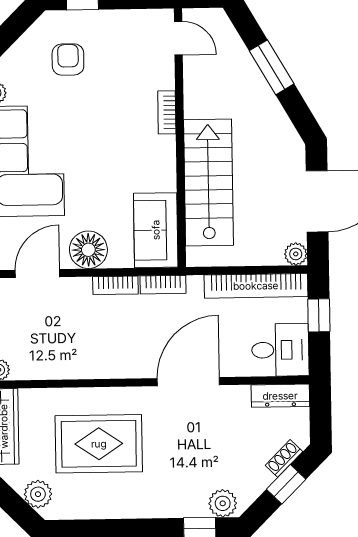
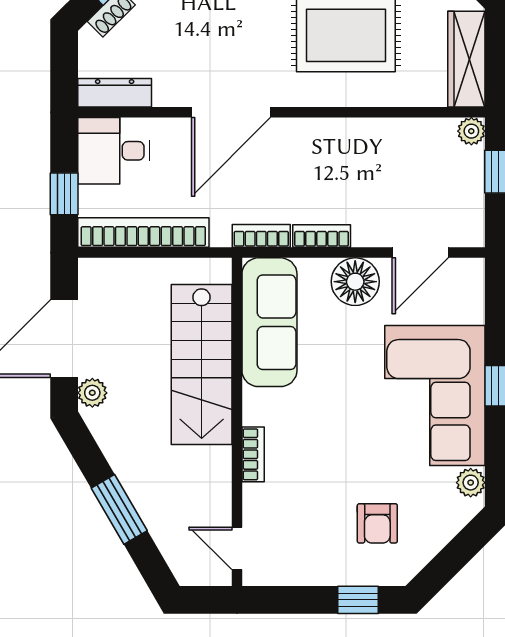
sofa: (156, 230) -> (269, 322), width x1.36
plant: (296, 254) -> (92, 393), moved

